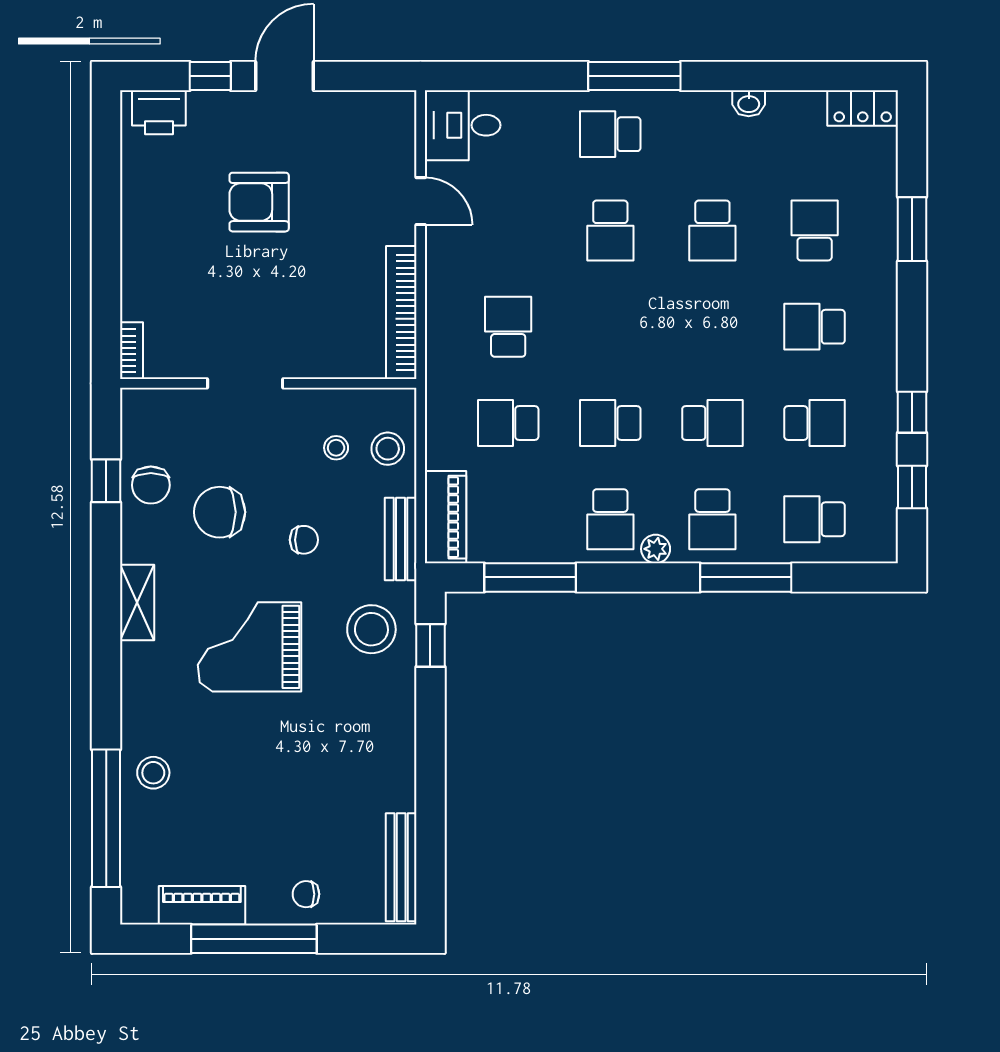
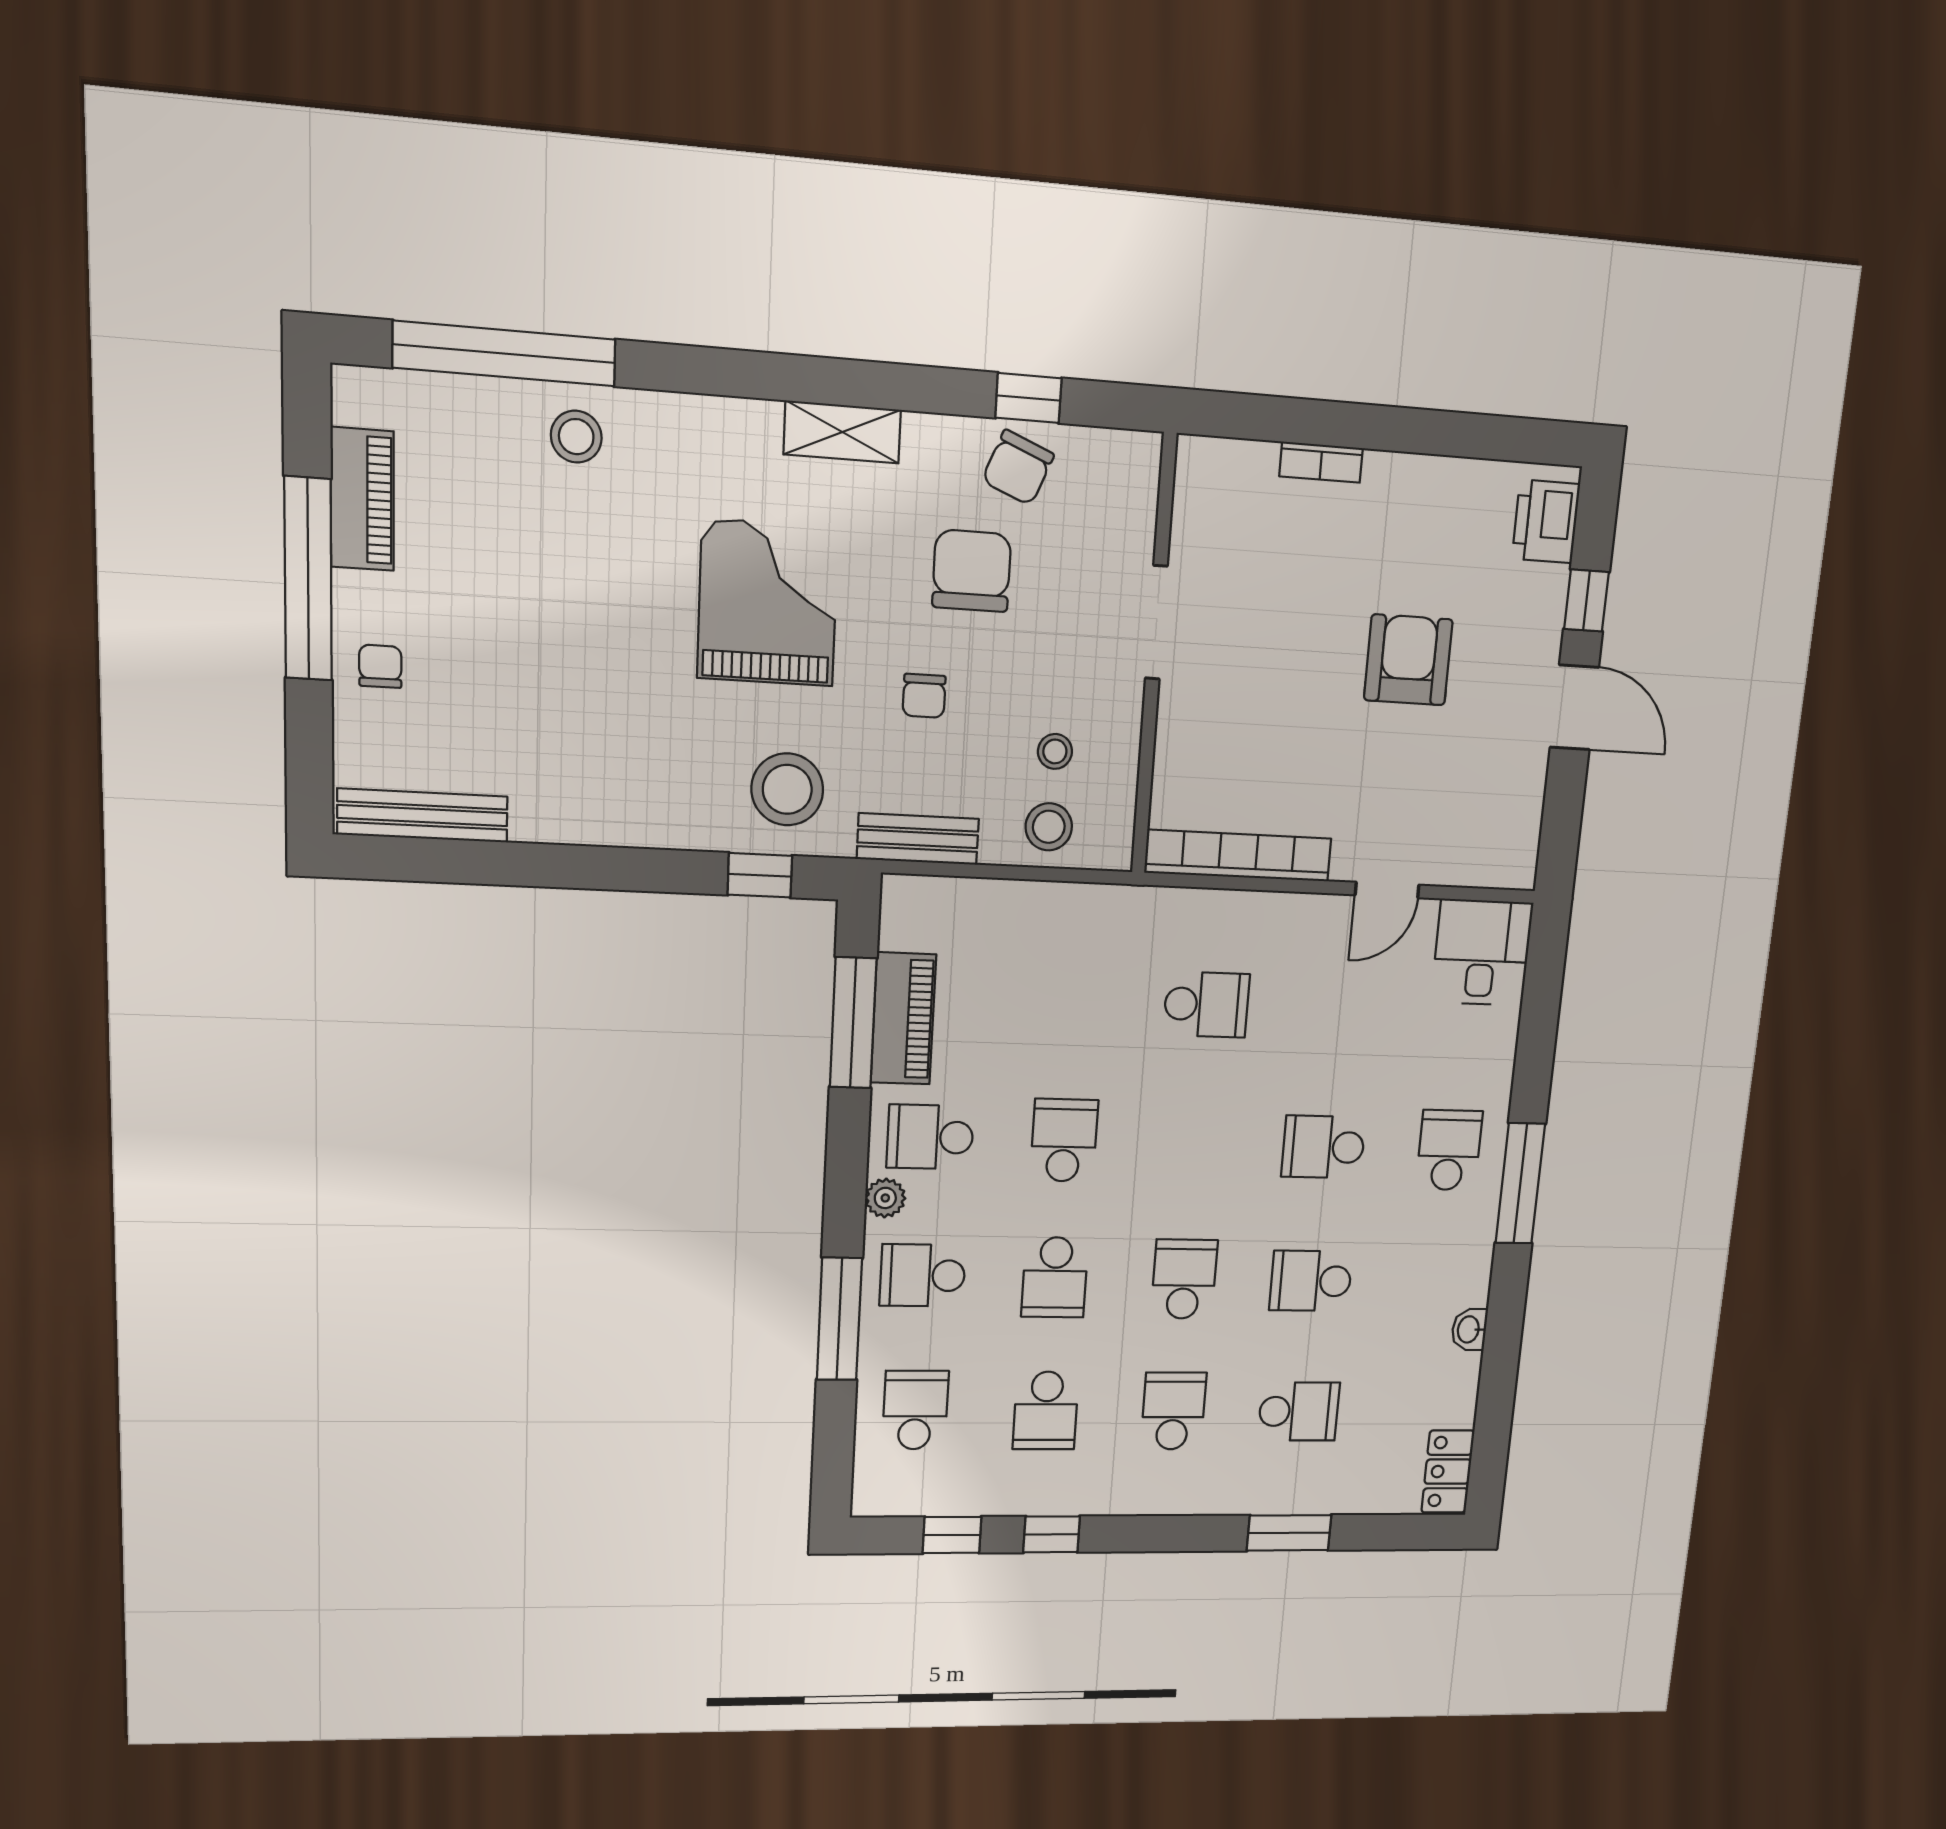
bookcase: (132, 351) -> (1321, 462), moved
school desk: (508, 423) -> (1184, 1279), moved
chair: (151, 485) -> (1018, 468), turned -68
piano: (445, 517) -> (903, 1019), moved, turned -90

